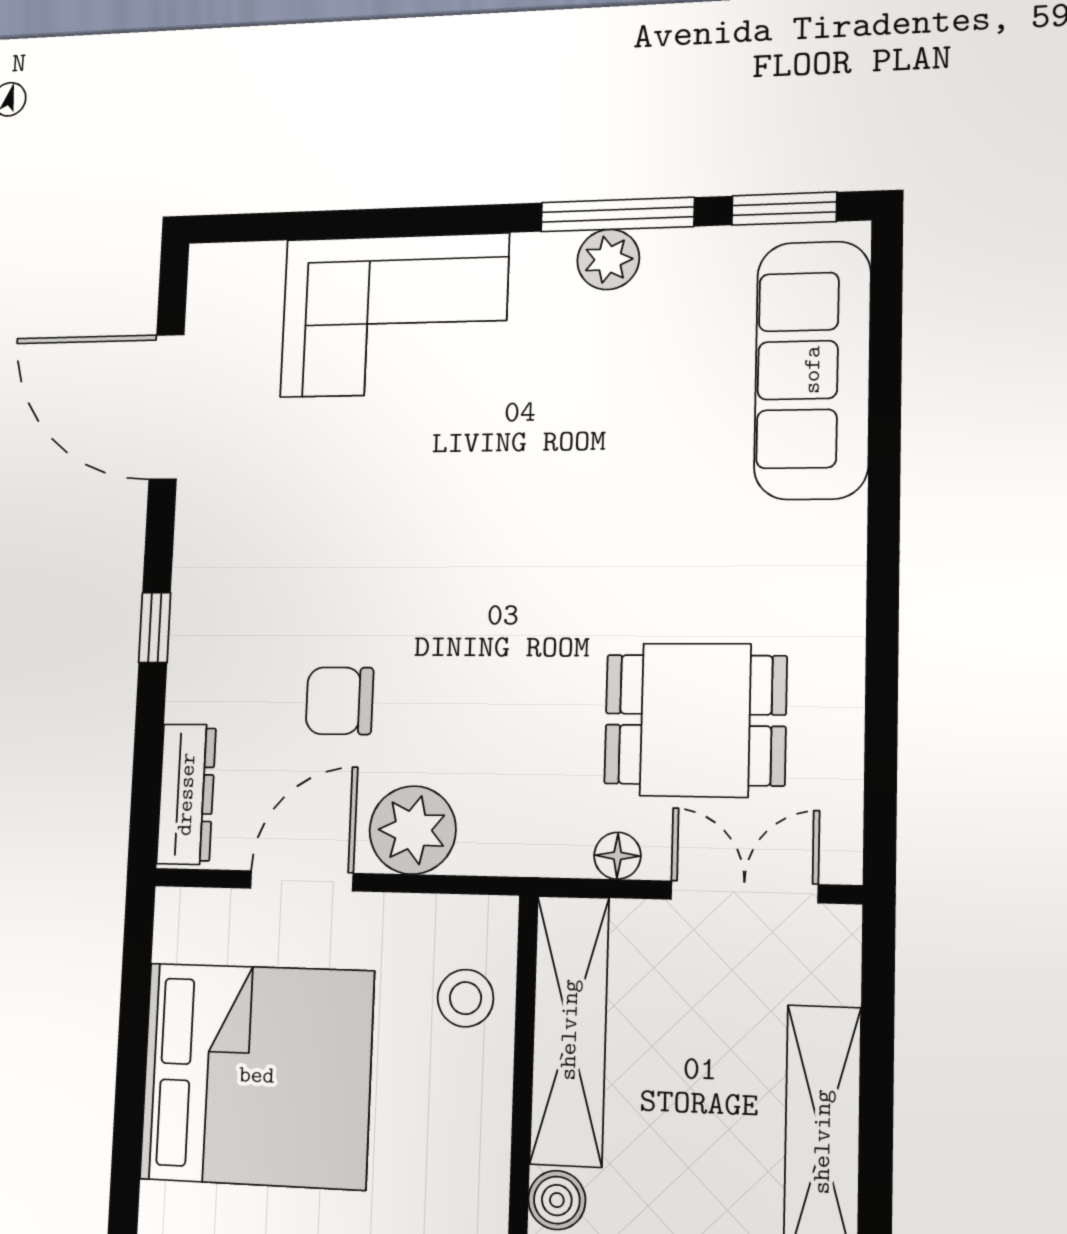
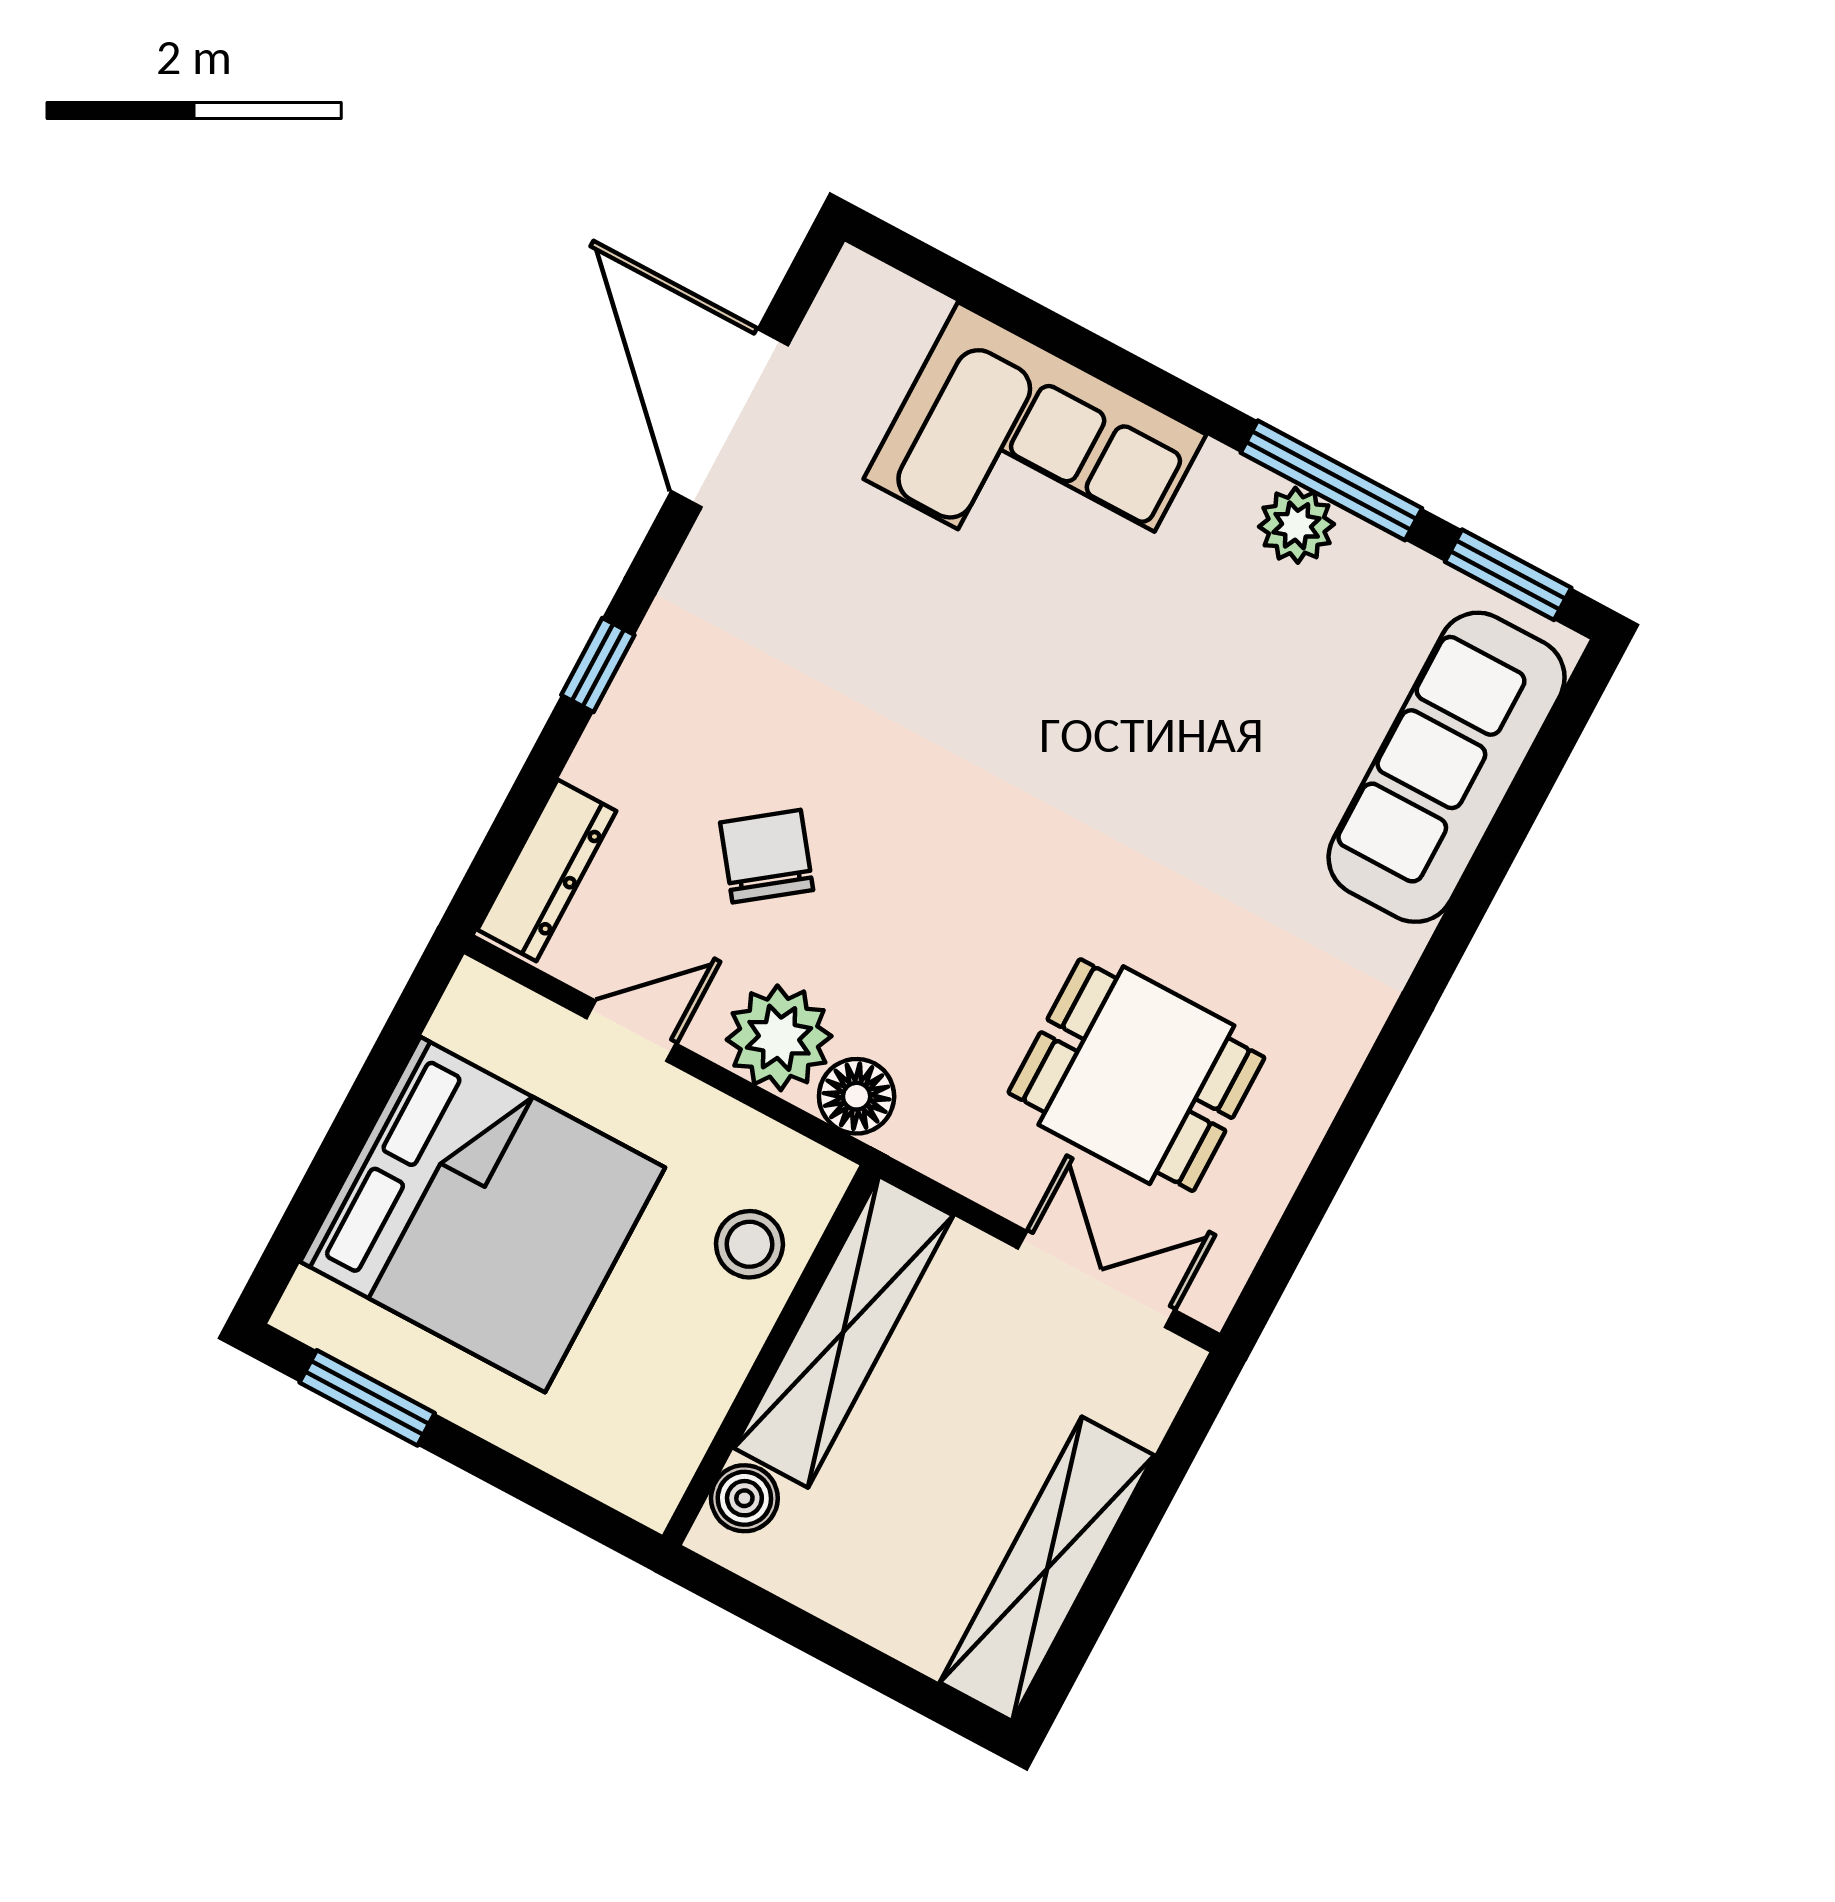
chair: (340, 701) -> (767, 856), turned 53
floor lamp: (617, 856) -> (857, 1096), moved, width x1.37, depth x1.37
door: (302, 881) -> (631, 1031), width x0.73

